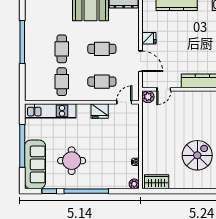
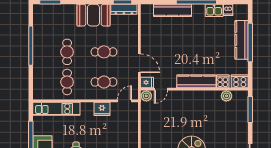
fridge: (149, 38) -> (147, 82), moved

